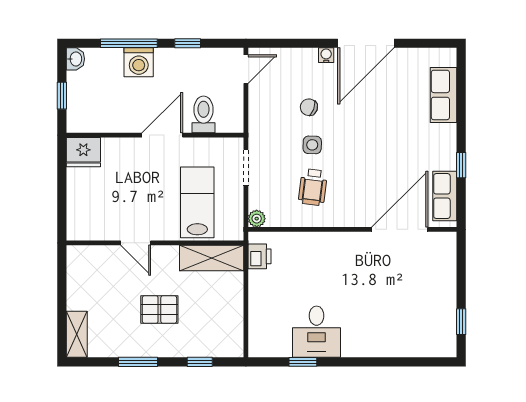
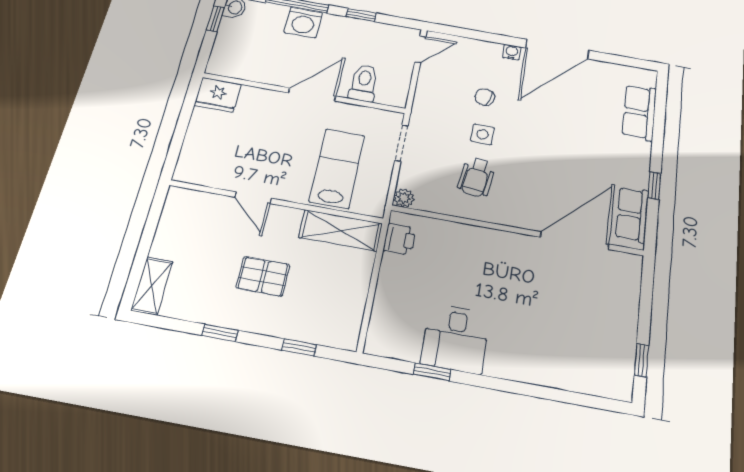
window: (62, 96) -> (215, 19), moved
window: (138, 362) -> (220, 333), width x0.67

